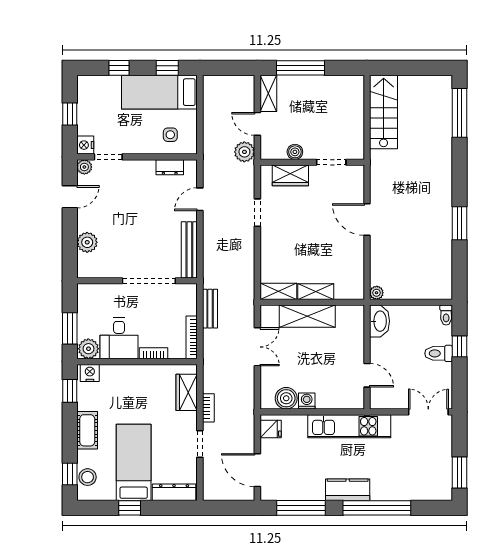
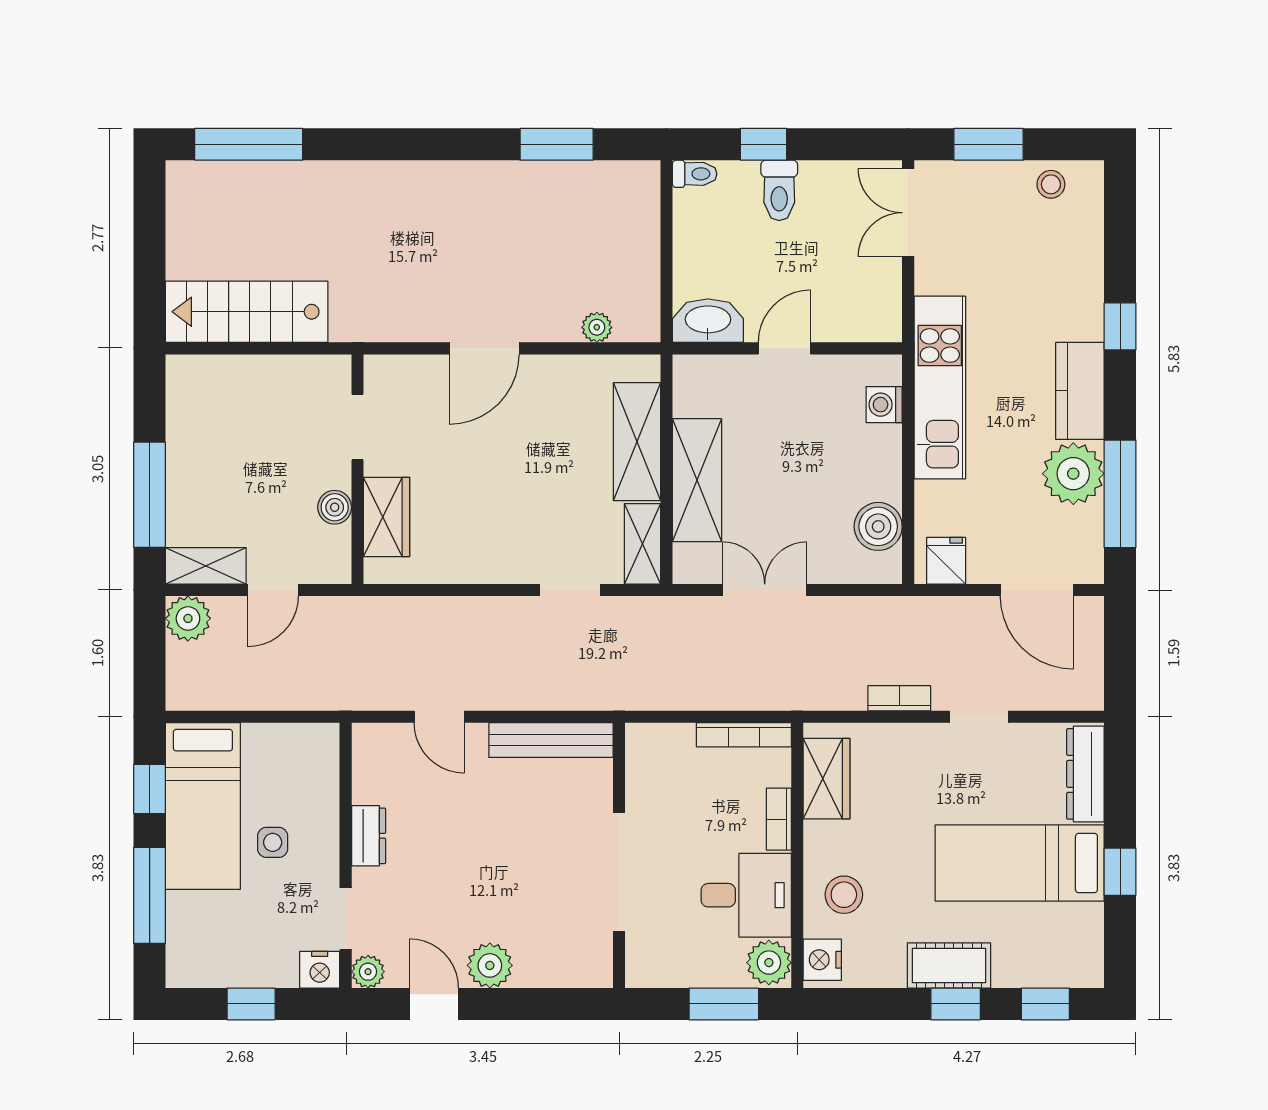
window: (119, 68) -> (150, 895), width x2.17
side table: (170, 135) -> (273, 842), moved
plant: (244, 152) -> (188, 618), moved
dresser: (170, 167) -> (369, 836), moved
doorway: (257, 213) -> (570, 590), moved
window: (459, 223) -> (557, 144), moved
plant: (87, 242) -> (490, 965), moved
doorway: (149, 281) -> (619, 872), moved
shelving: (316, 292) -> (637, 442), width x1.50, depth x1.33
plant: (377, 293) -> (597, 327), moved
bench: (210, 309) -> (680, 694), removed
door: (367, 375) -> (784, 348), moved
window: (70, 391) -> (956, 1004), moved
wardrobe: (187, 392) -> (826, 779), moved, turned -90
washing machine: (307, 401) -> (884, 405), moved
door: (257, 470) -> (1037, 590), hinge flipped
window: (459, 472) -> (989, 144), moved
stool: (88, 477) -> (844, 895), moved
stool: (441, 477) -> (1051, 184), added
plant: (310, 487) -> (1073, 474), added
window: (377, 508) -> (1120, 326), width x0.32

